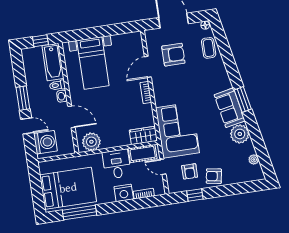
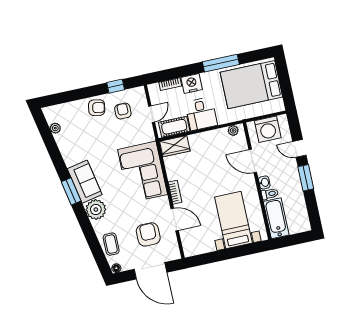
window: (40, 41) -> (291, 240), removed
armchair: (173, 55) -> (148, 234), turned 90
door: (148, 67) -> (175, 220), hinge flipped
corner sofa: (177, 130) -> (143, 172), moved
plant: (240, 134) -> (96, 210), moved
washing machine: (45, 142) -> (268, 129), moved, turned -90
plant: (91, 142) -> (233, 131), width x0.53, depth x0.53
door: (163, 167) -> (152, 114), hinge flipped
window: (80, 213) -> (221, 63), moved

